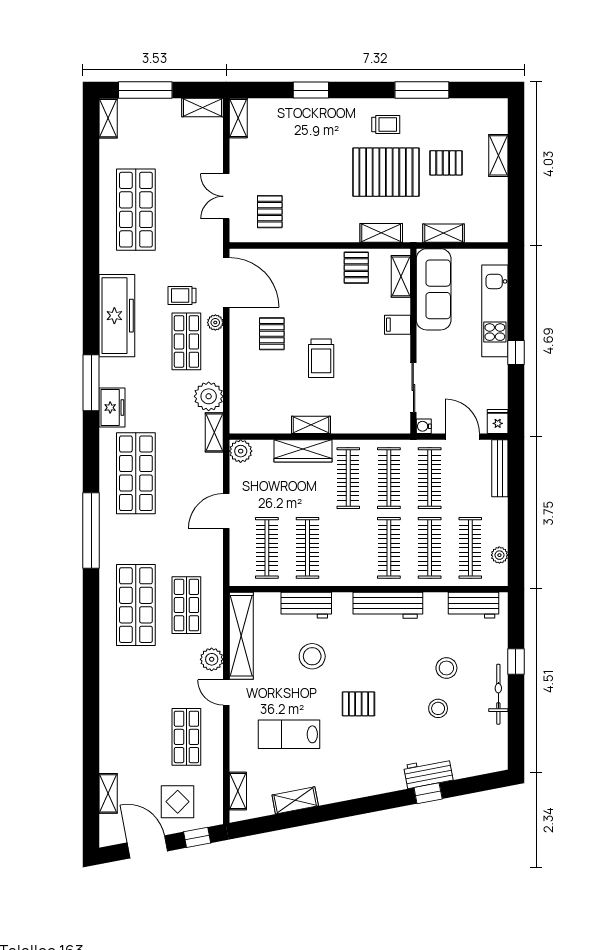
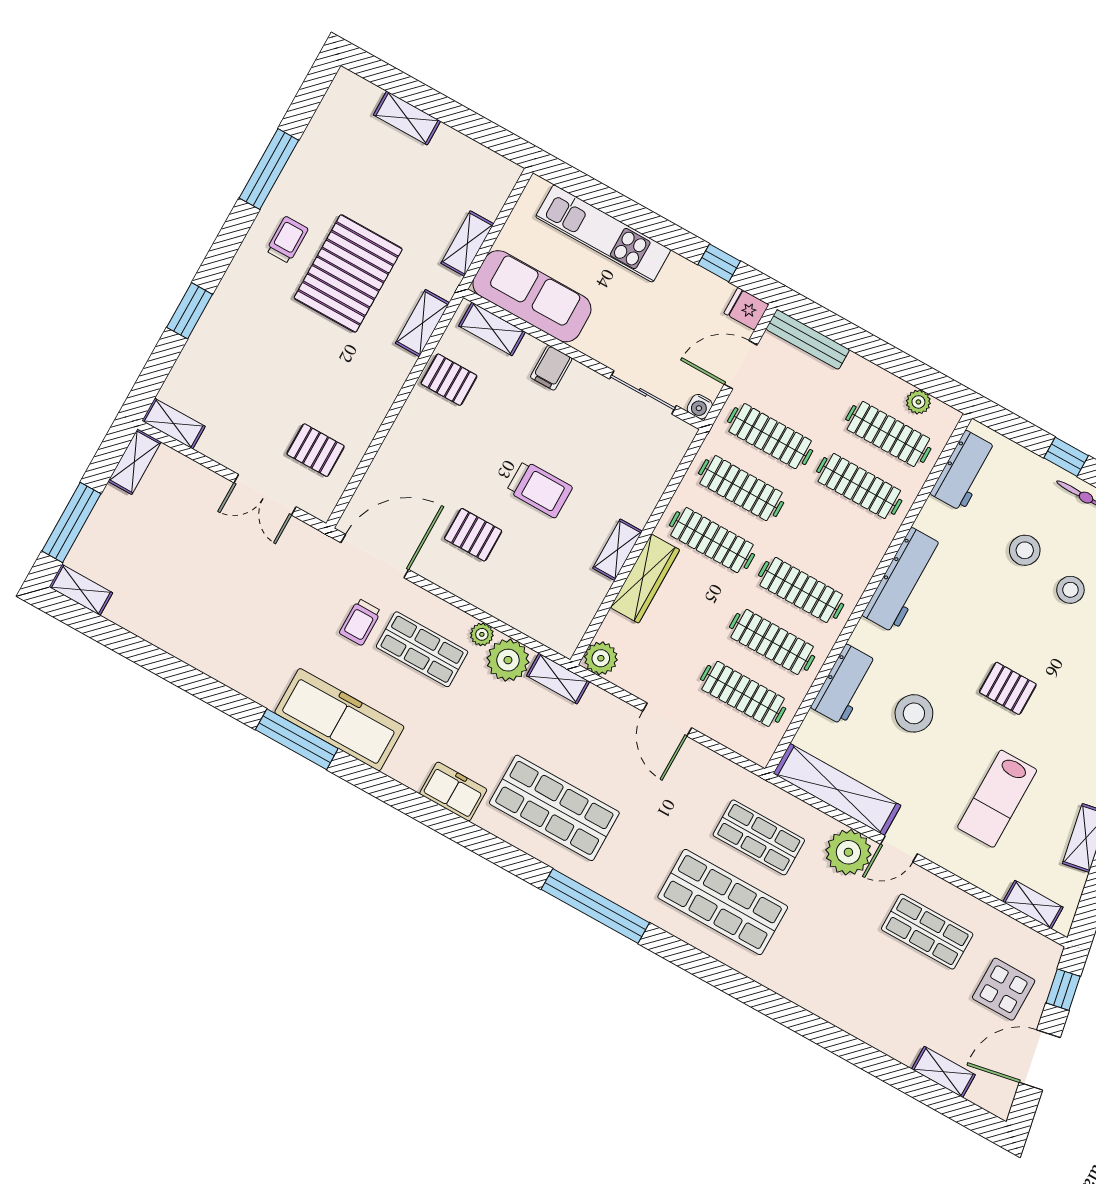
pallet: (446, 163) -> (379, 190), removed
shop shelf: (136, 210) -> (218, 620), removed
plant: (215, 322) -> (482, 634), moved
window: (516, 352) -> (719, 263), moved
window: (91, 383) -> (297, 739), moved
clothes rail: (389, 548) -> (801, 590), moved
plant: (212, 659) -> (848, 852), width x1.36, depth x1.36
pallet: (358, 704) -> (1008, 688), turned 90

